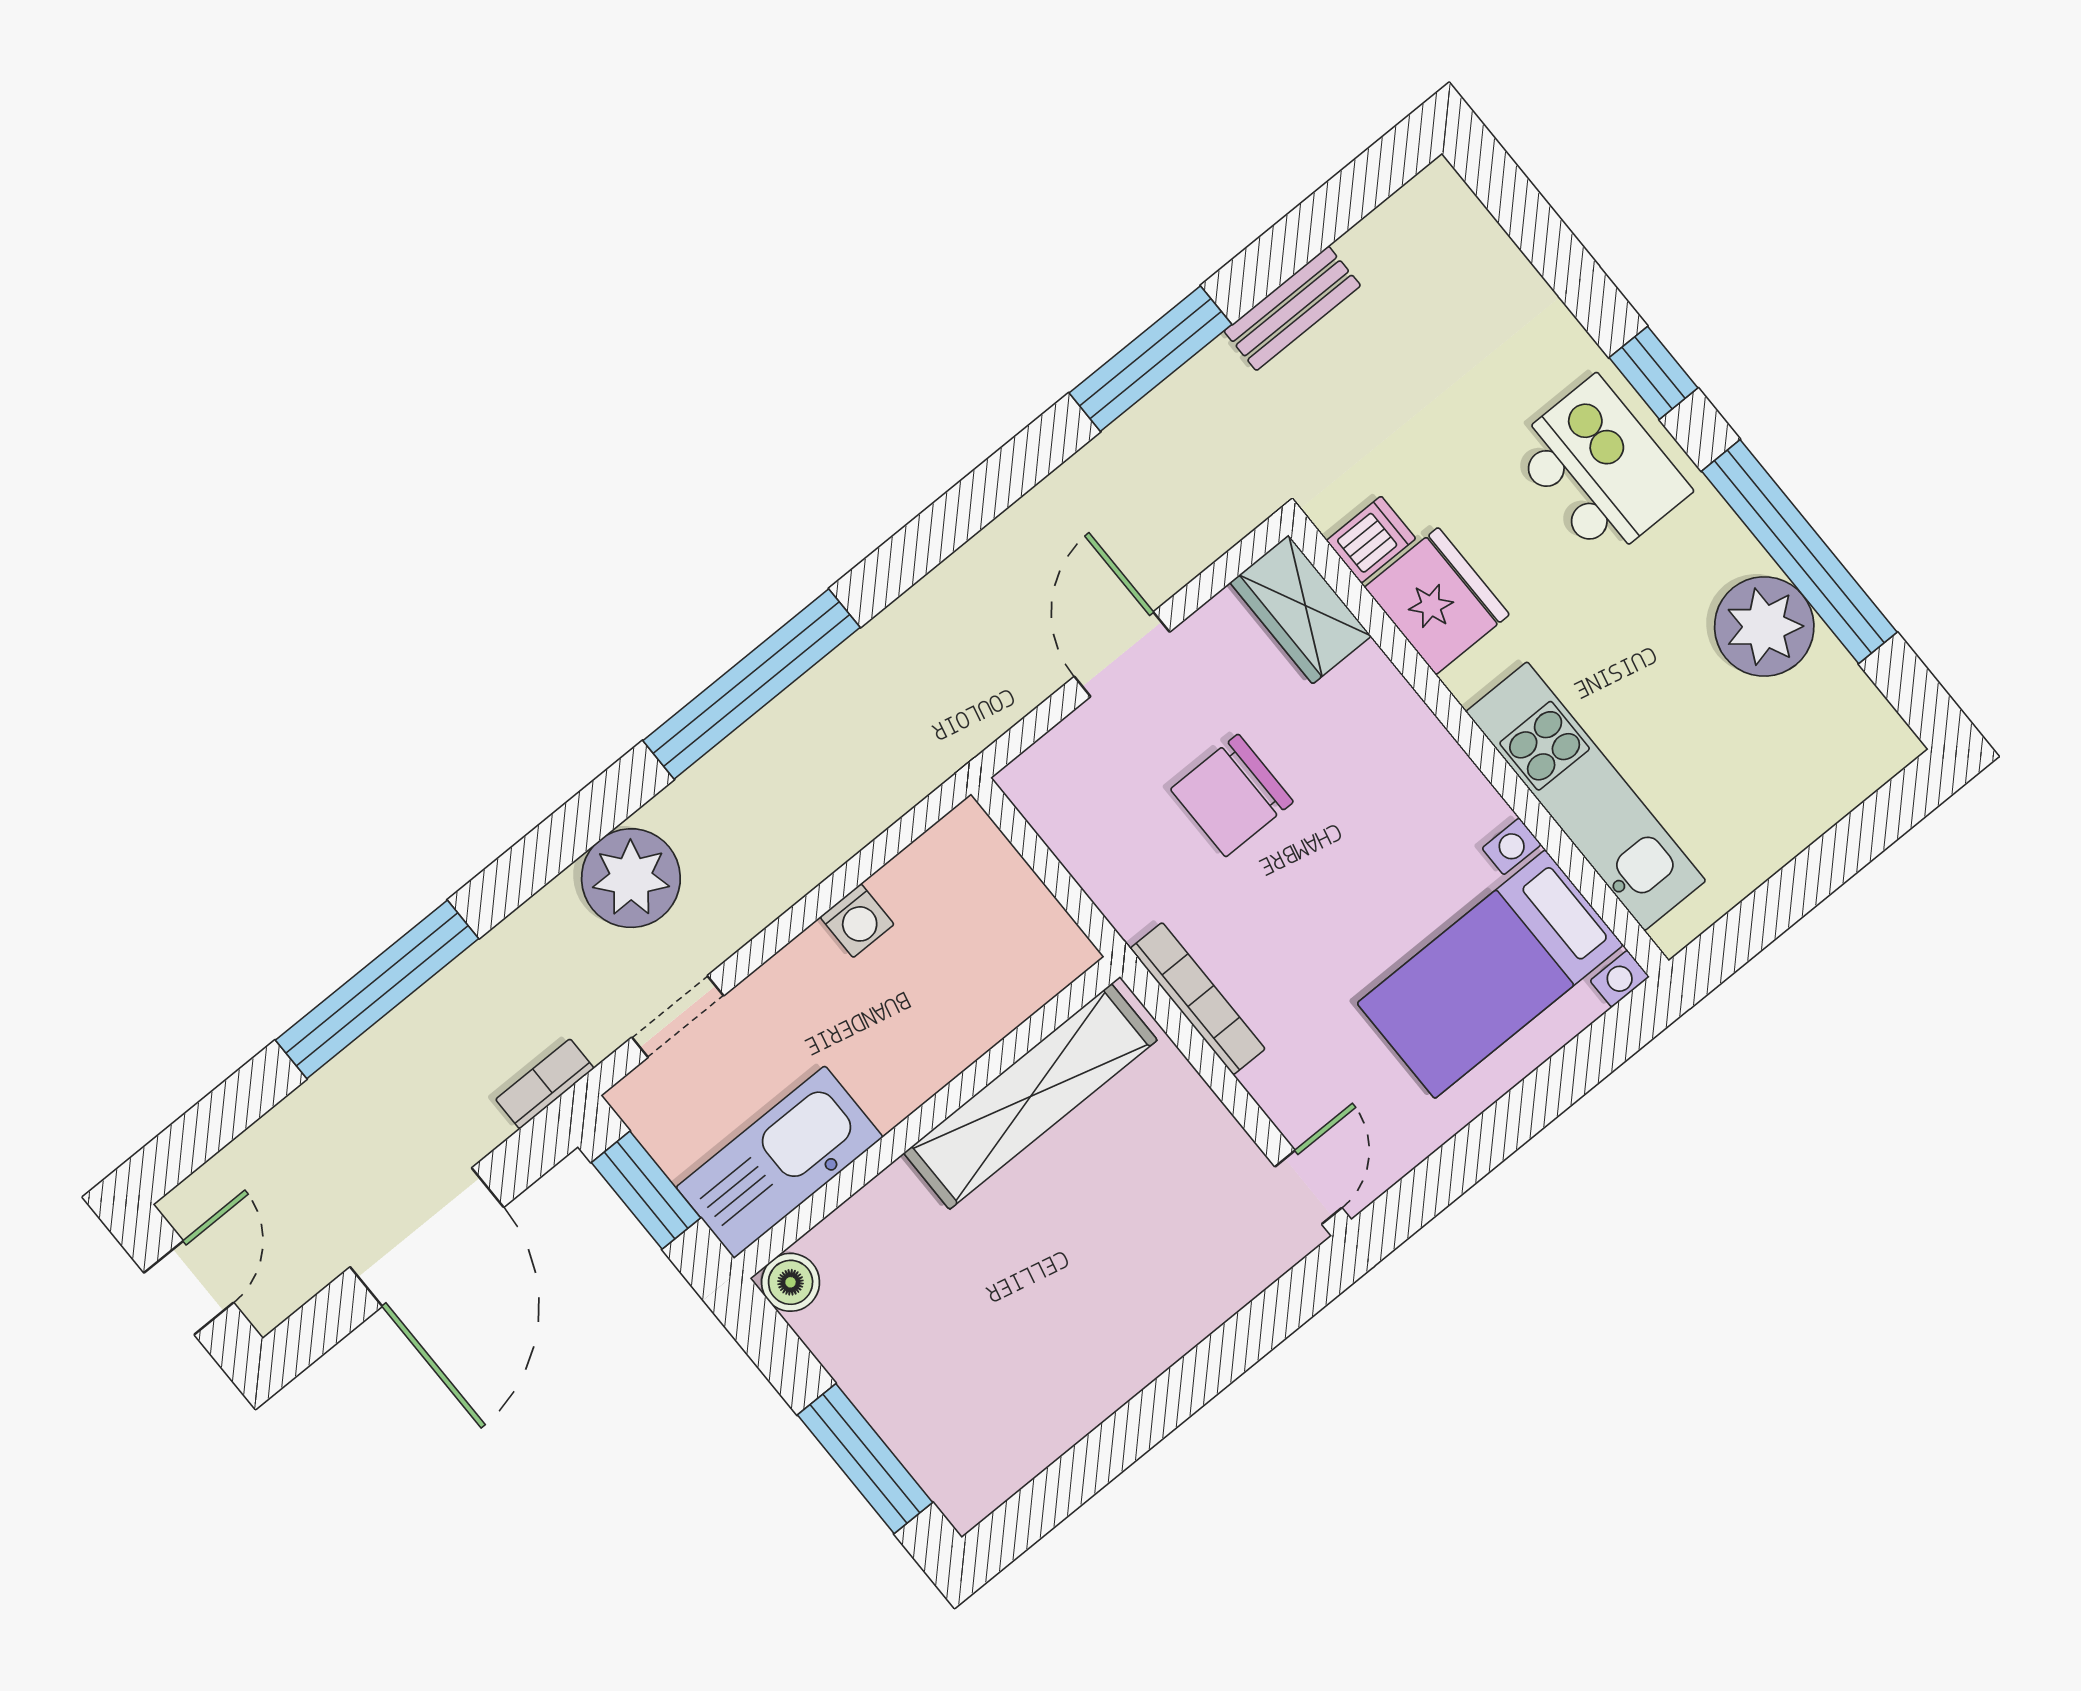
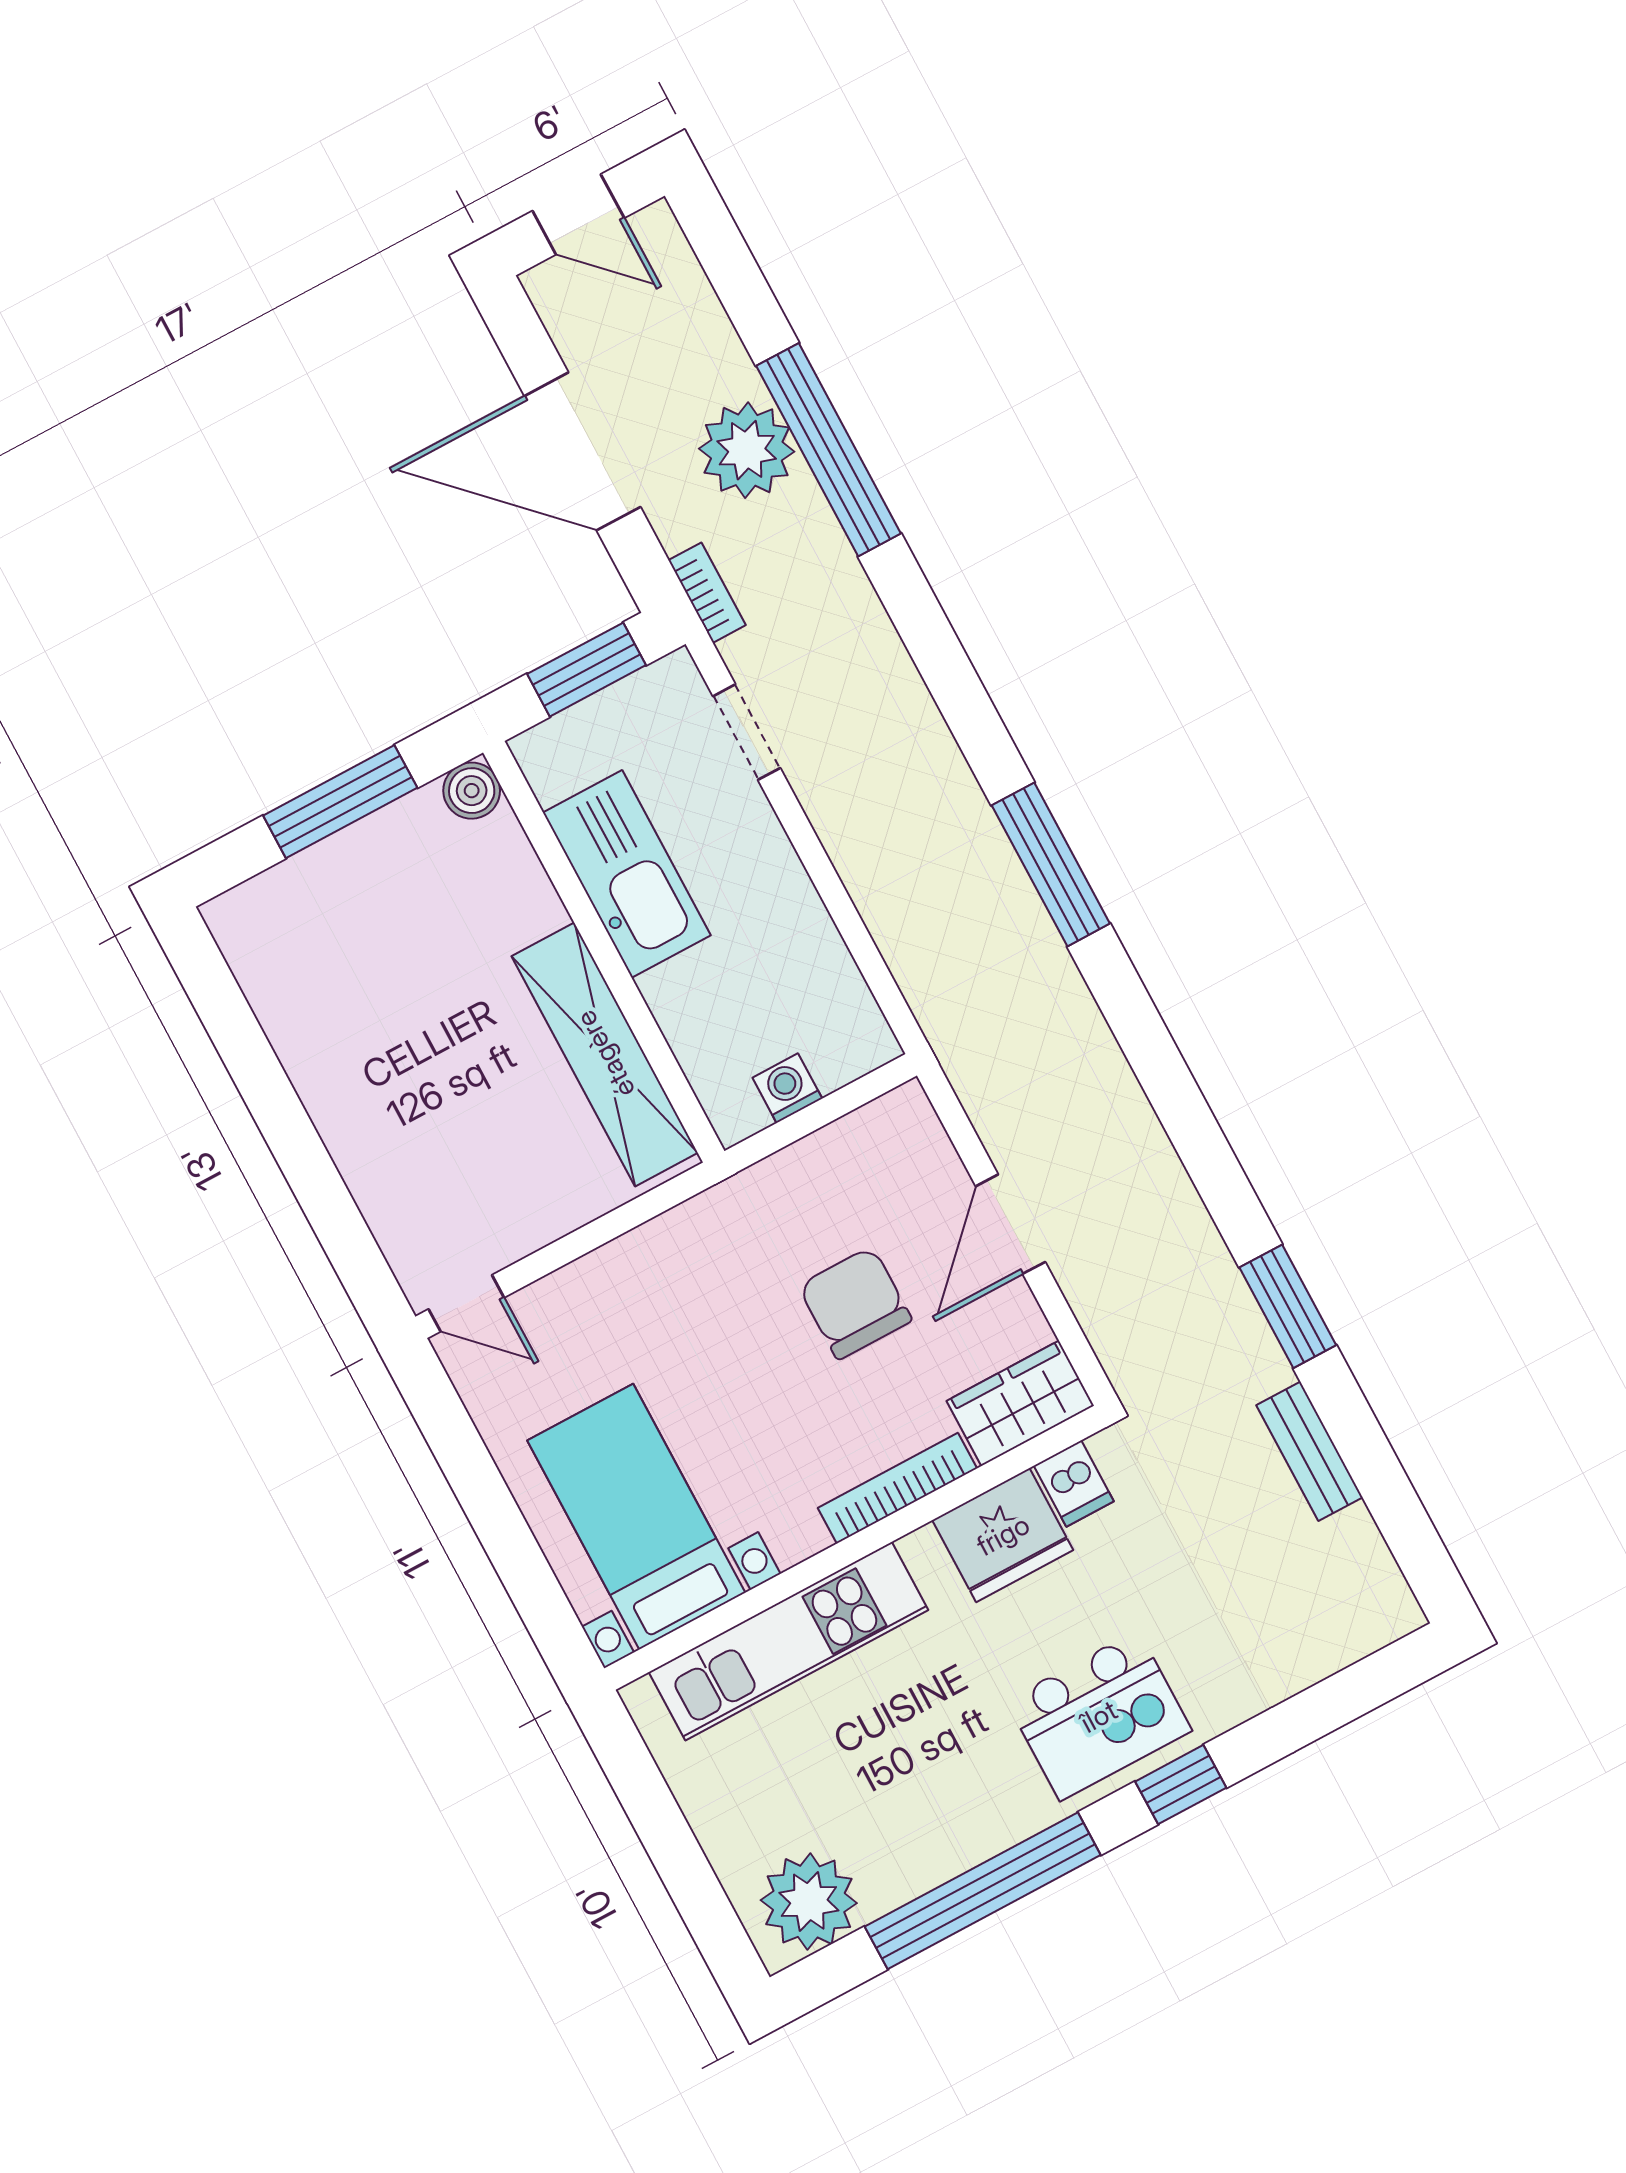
window: (1150, 359) -> (1288, 1306), width x0.69
plant: (1764, 627) -> (809, 1902), moved
door: (1122, 654) -> (1010, 1224), swing flipped
window: (751, 684) -> (1051, 864), width x0.68
plant: (631, 878) -> (747, 450), moved
washing machine: (857, 921) -> (787, 1088), moved, turned 90
bookcase: (1198, 999) -> (897, 1488), moved, turned 180
kitchen sink: (780, 1162) -> (627, 874), moved
window: (865, 1459) -> (340, 802), moved

